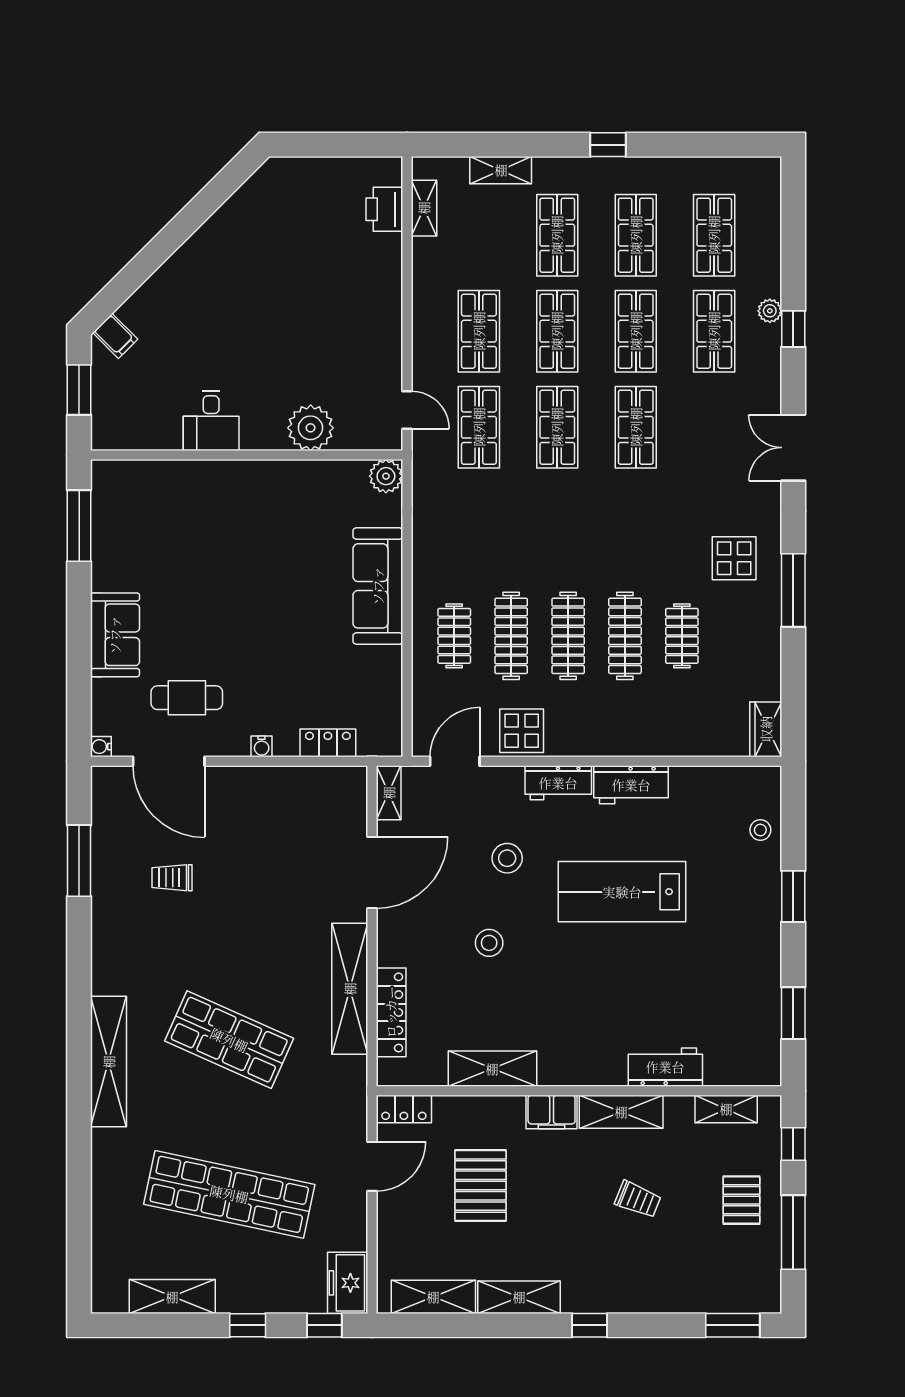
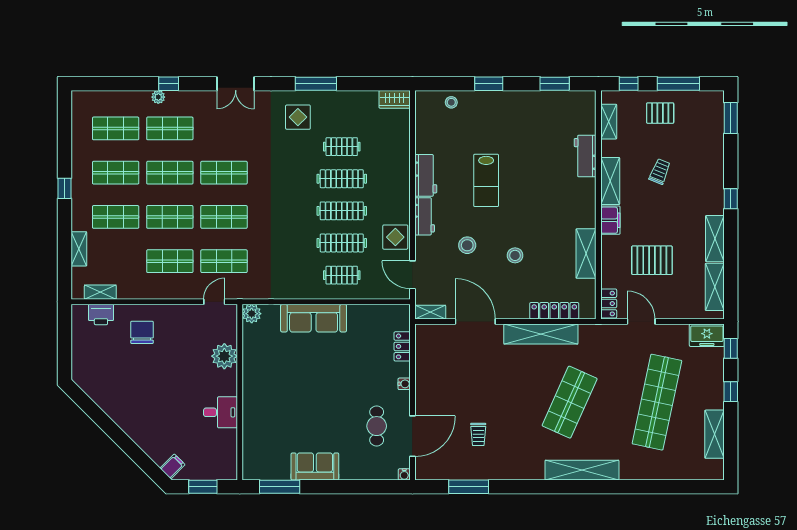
chair: (353, 282) -> (142, 332), added
sofa: (115, 635) -> (315, 467), moved
lab bench: (622, 892) -> (486, 180), width x0.73, depth x0.72

